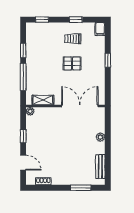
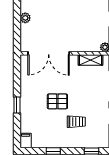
trolley: (73, 39) -> (76, 122), moved

